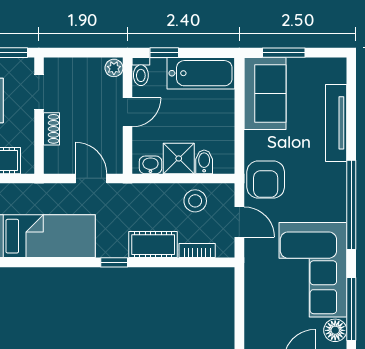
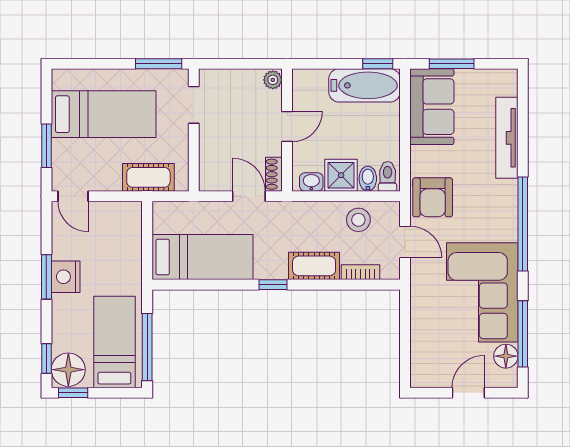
window: (164, 53) -> (378, 64), moved
toilet: (141, 71) -> (388, 176), moved, turned 180
shoe rack: (51, 129) -> (274, 174), moved, turned 180

